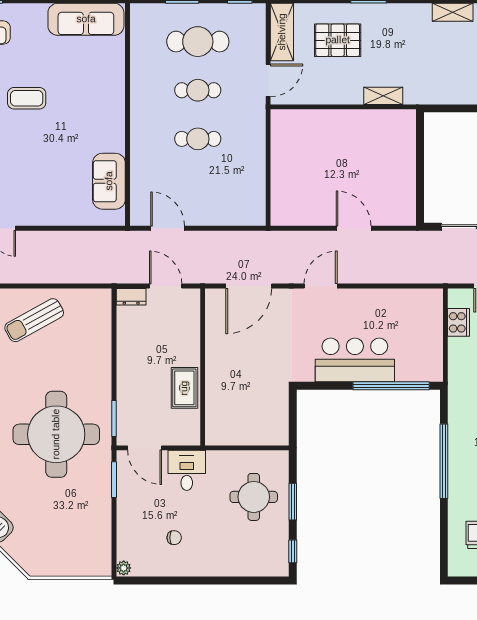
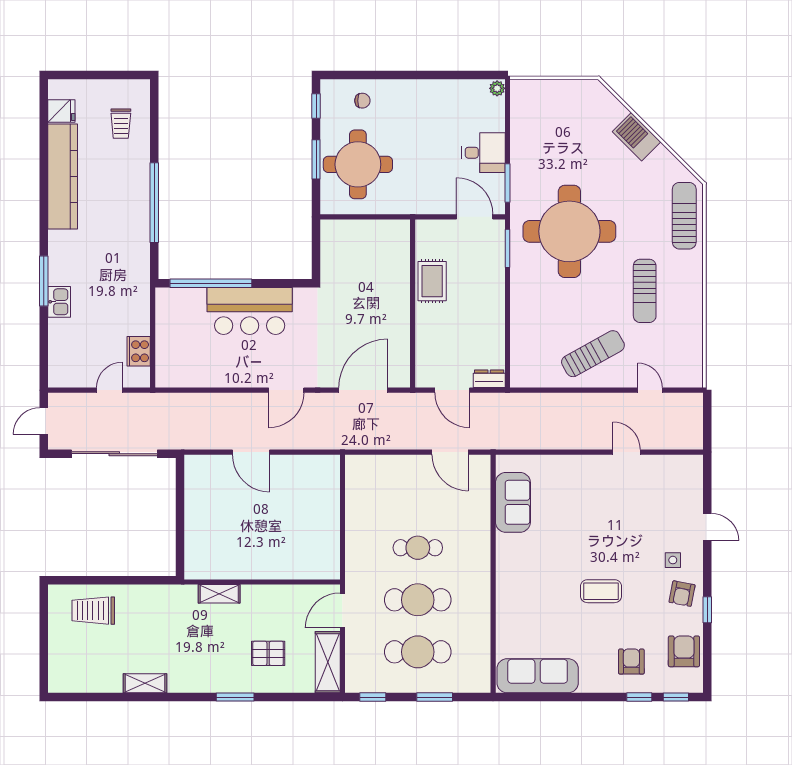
pallet: (338, 40) -> (268, 653), width x0.67, depth x0.71
cafe table: (198, 90) -> (418, 600), width x1.37, depth x1.35
desk: (187, 470) -> (483, 153), moved, turned -90
round table: (254, 497) -> (358, 164), width x1.36, depth x1.36
chair: (174, 538) -> (362, 101), moved, turned 180

